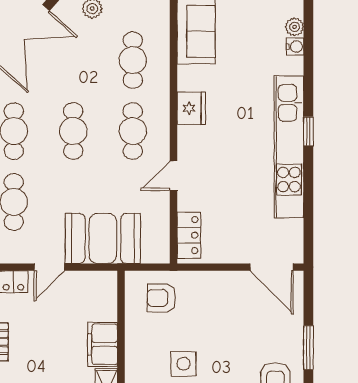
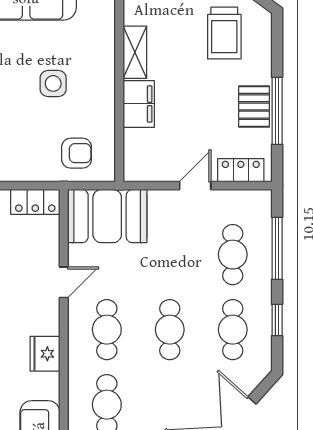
locker: (189, 235) -> (35, 202), moved, turned -90
booth: (103, 238) -> (107, 216), moved

